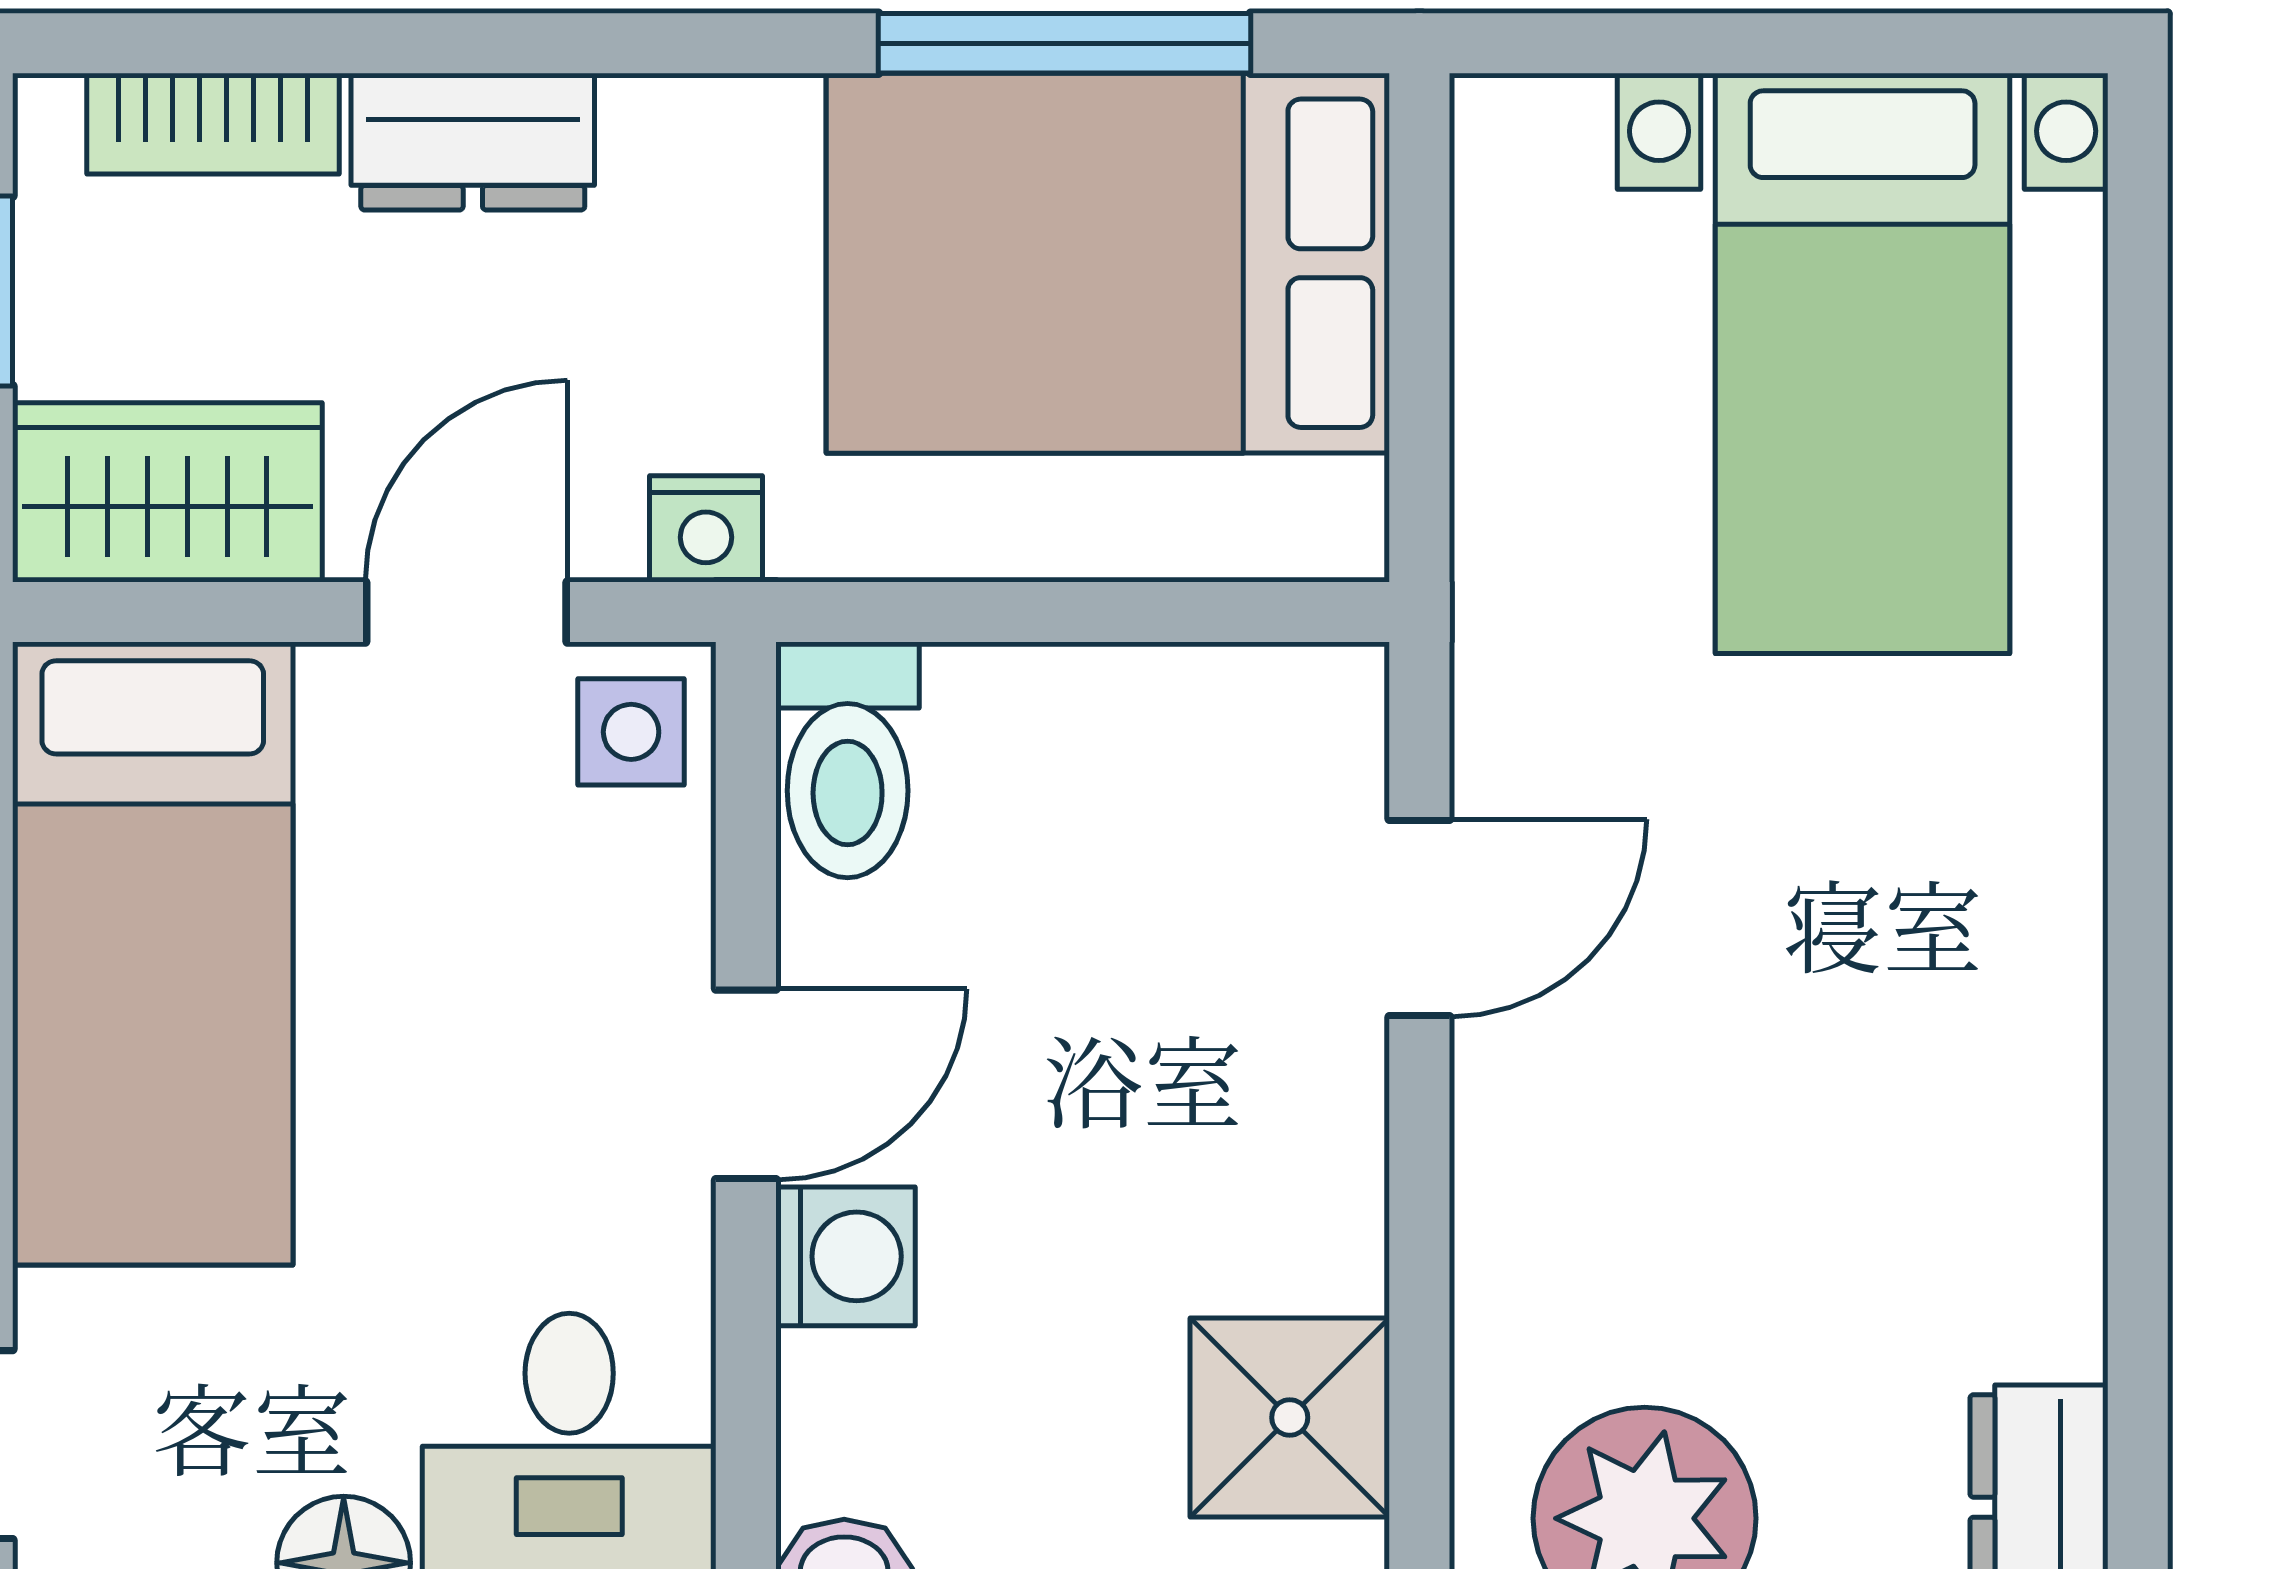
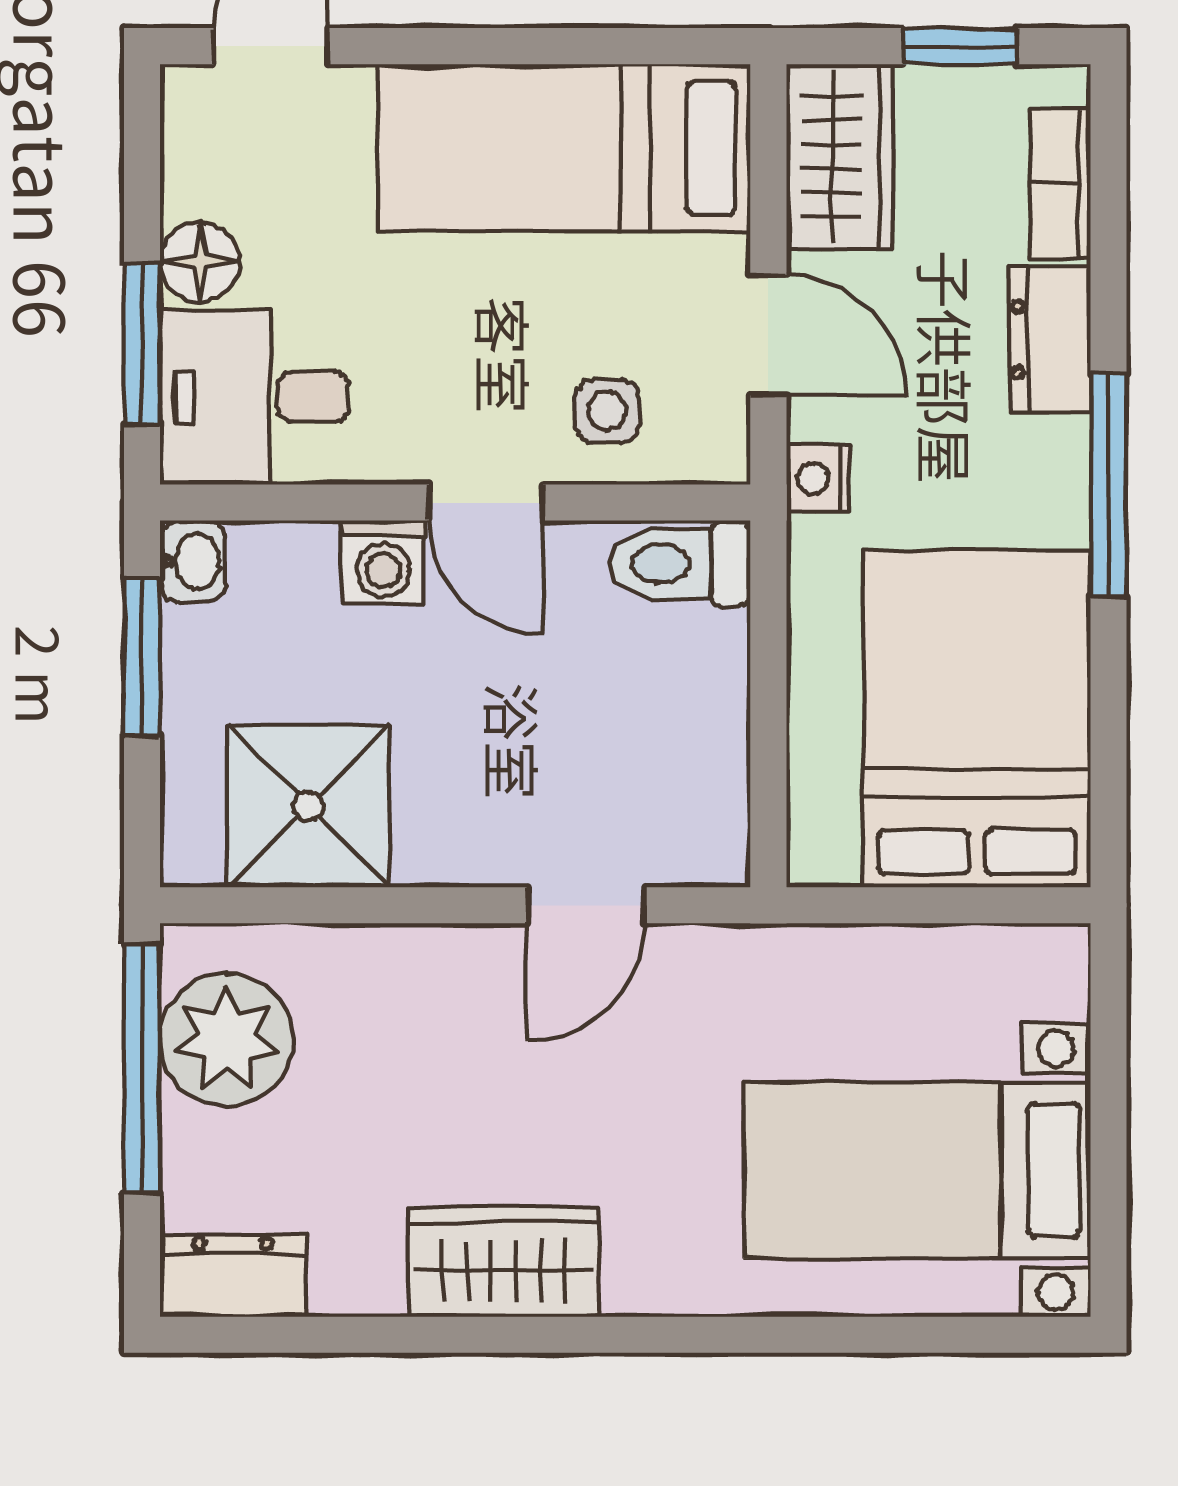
window: (1065, 43) -> (1108, 485), moved
side table: (631, 732) -> (607, 411), moved
door: (1419, 918) -> (585, 905), hinge flipped
wardrobe: (2015, 1055) -> (504, 1262), added
shower: (1290, 1418) -> (308, 806), width x1.36, depth x1.36

